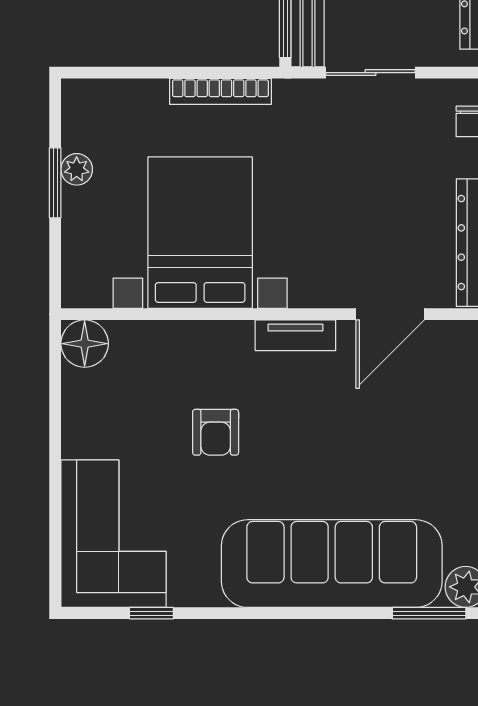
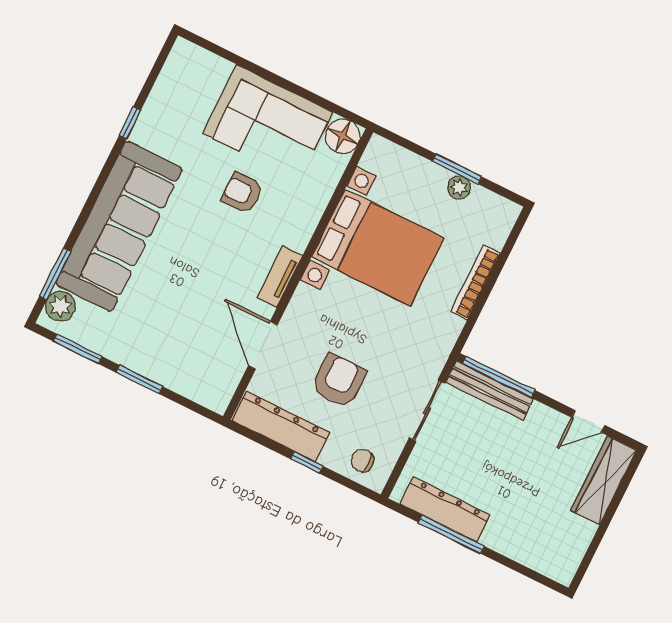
bookcase: (220, 91) -> (475, 282), moved
armchair: (387, 199) -> (339, 381), added
corner sofa: (114, 534) -> (268, 123), moved
window: (151, 613) -> (130, 123), moved

